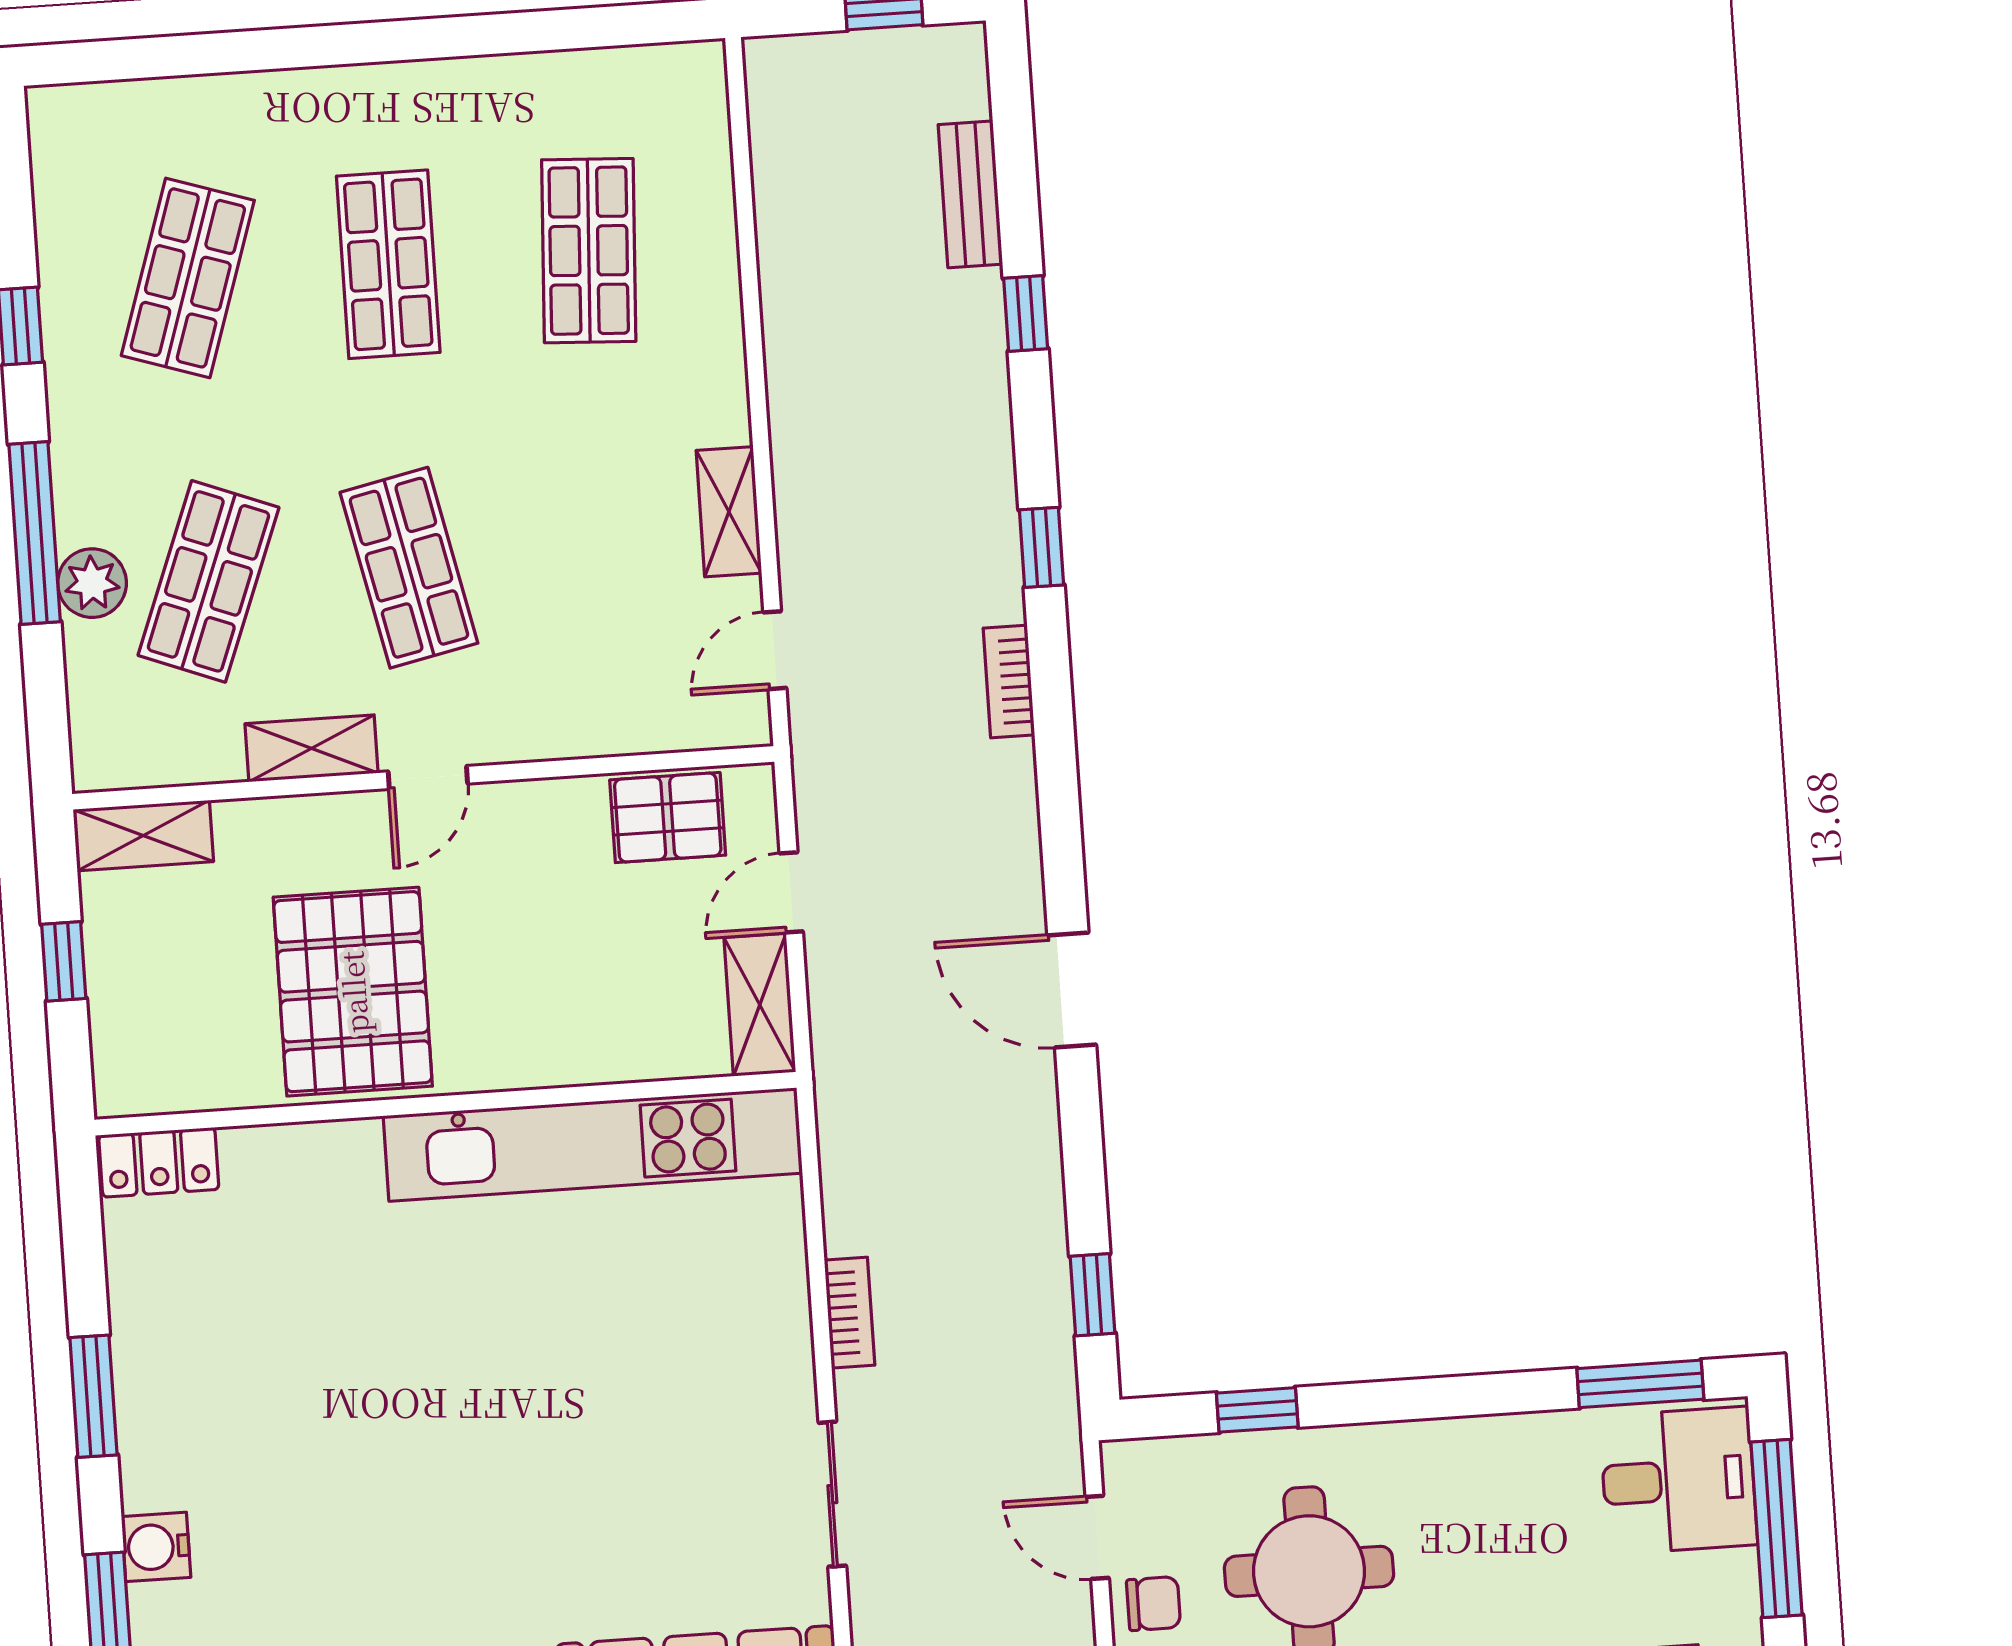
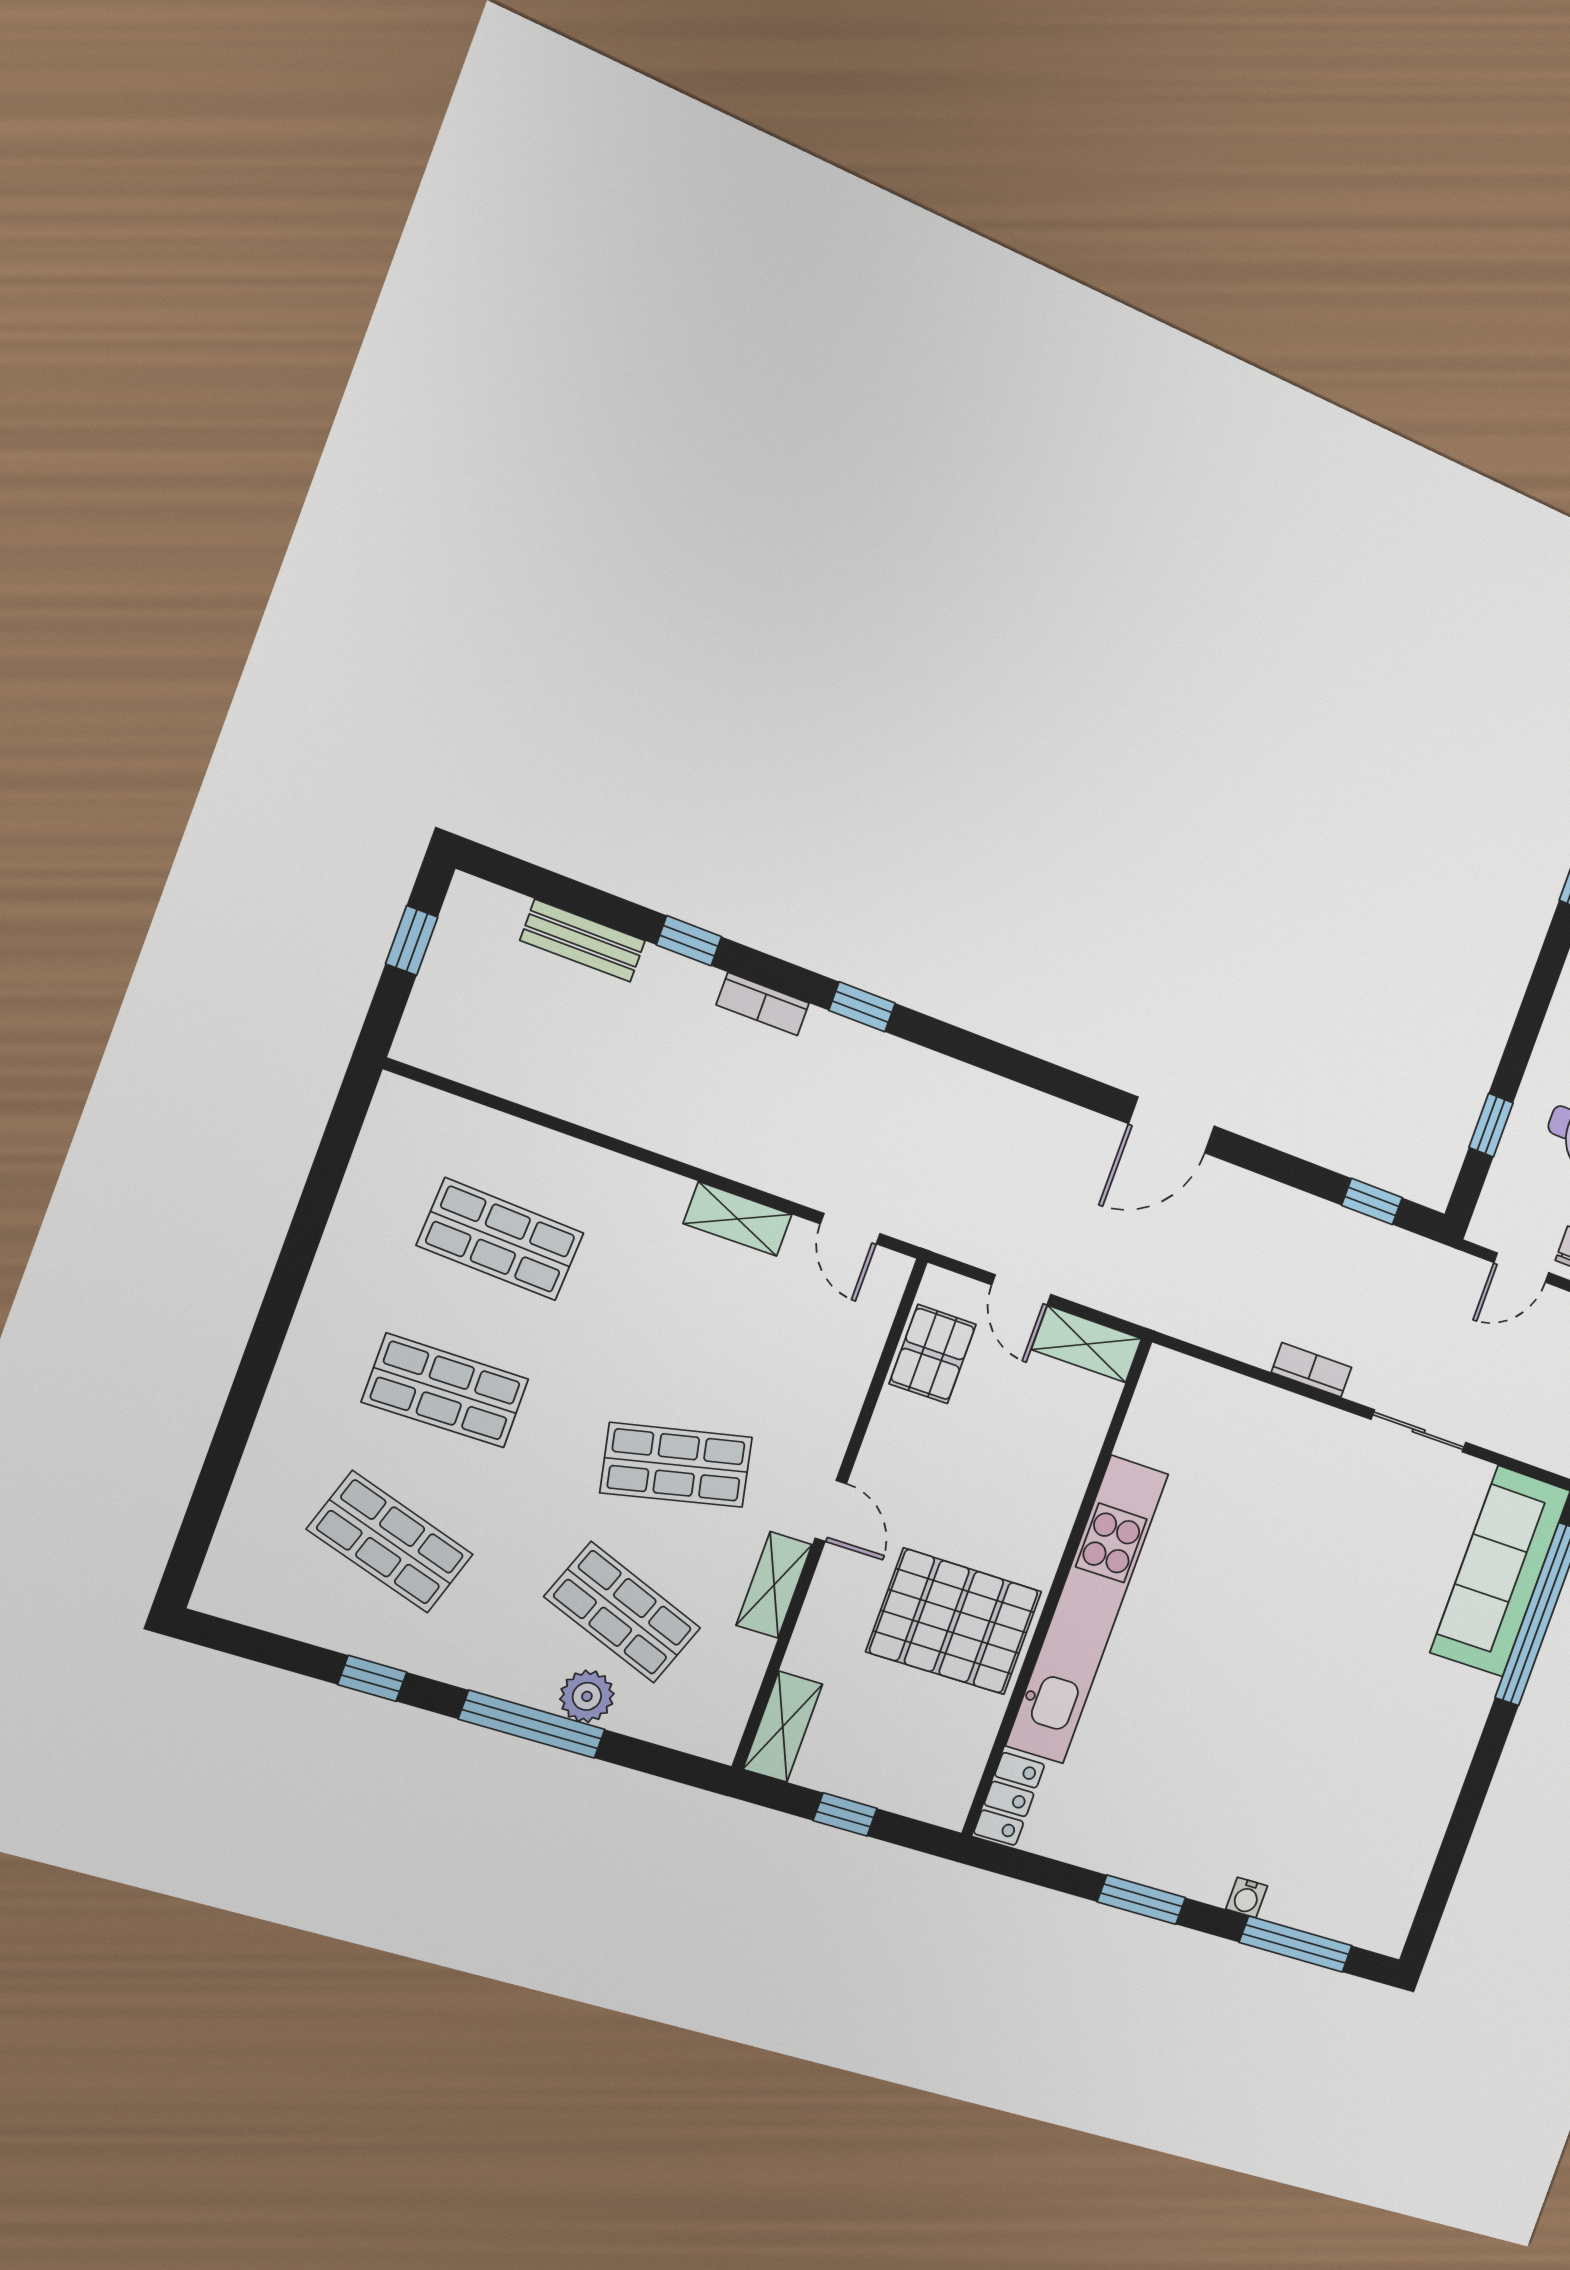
bookcase: (1009, 682) -> (763, 1004), moved
kitchen unit: (593, 1145) -> (1087, 1610), moved
water cooler: (156, 1547) -> (1247, 1898), width x0.72, depth x0.72

